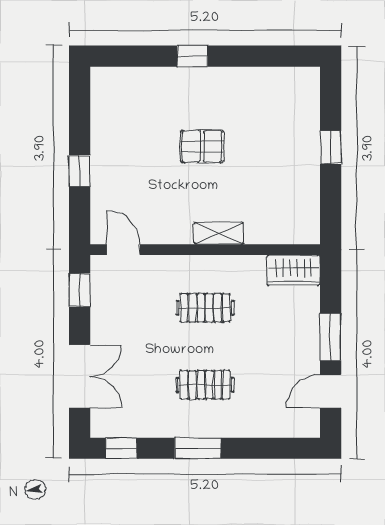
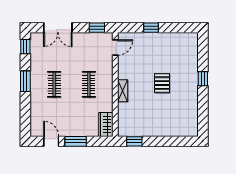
window: (331, 147) -> (134, 141), moved

